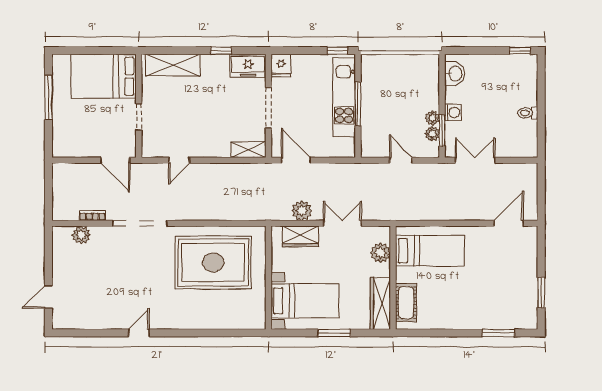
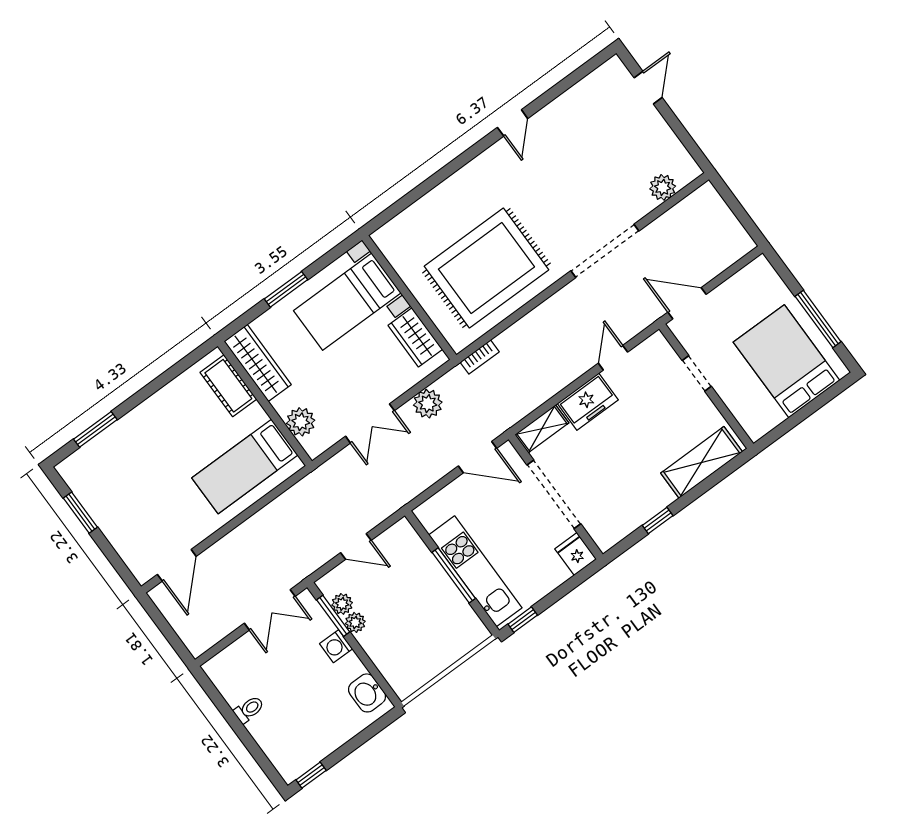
freezer: (248, 66) -> (588, 402), moved, turned 180
bed: (103, 76) -> (787, 361), moved, turned -90
doorway: (269, 108) -> (554, 494), width x1.36
bookcase: (92, 215) -> (480, 357), moved
wardrobe: (300, 236) -> (415, 337), moved, turned -90

